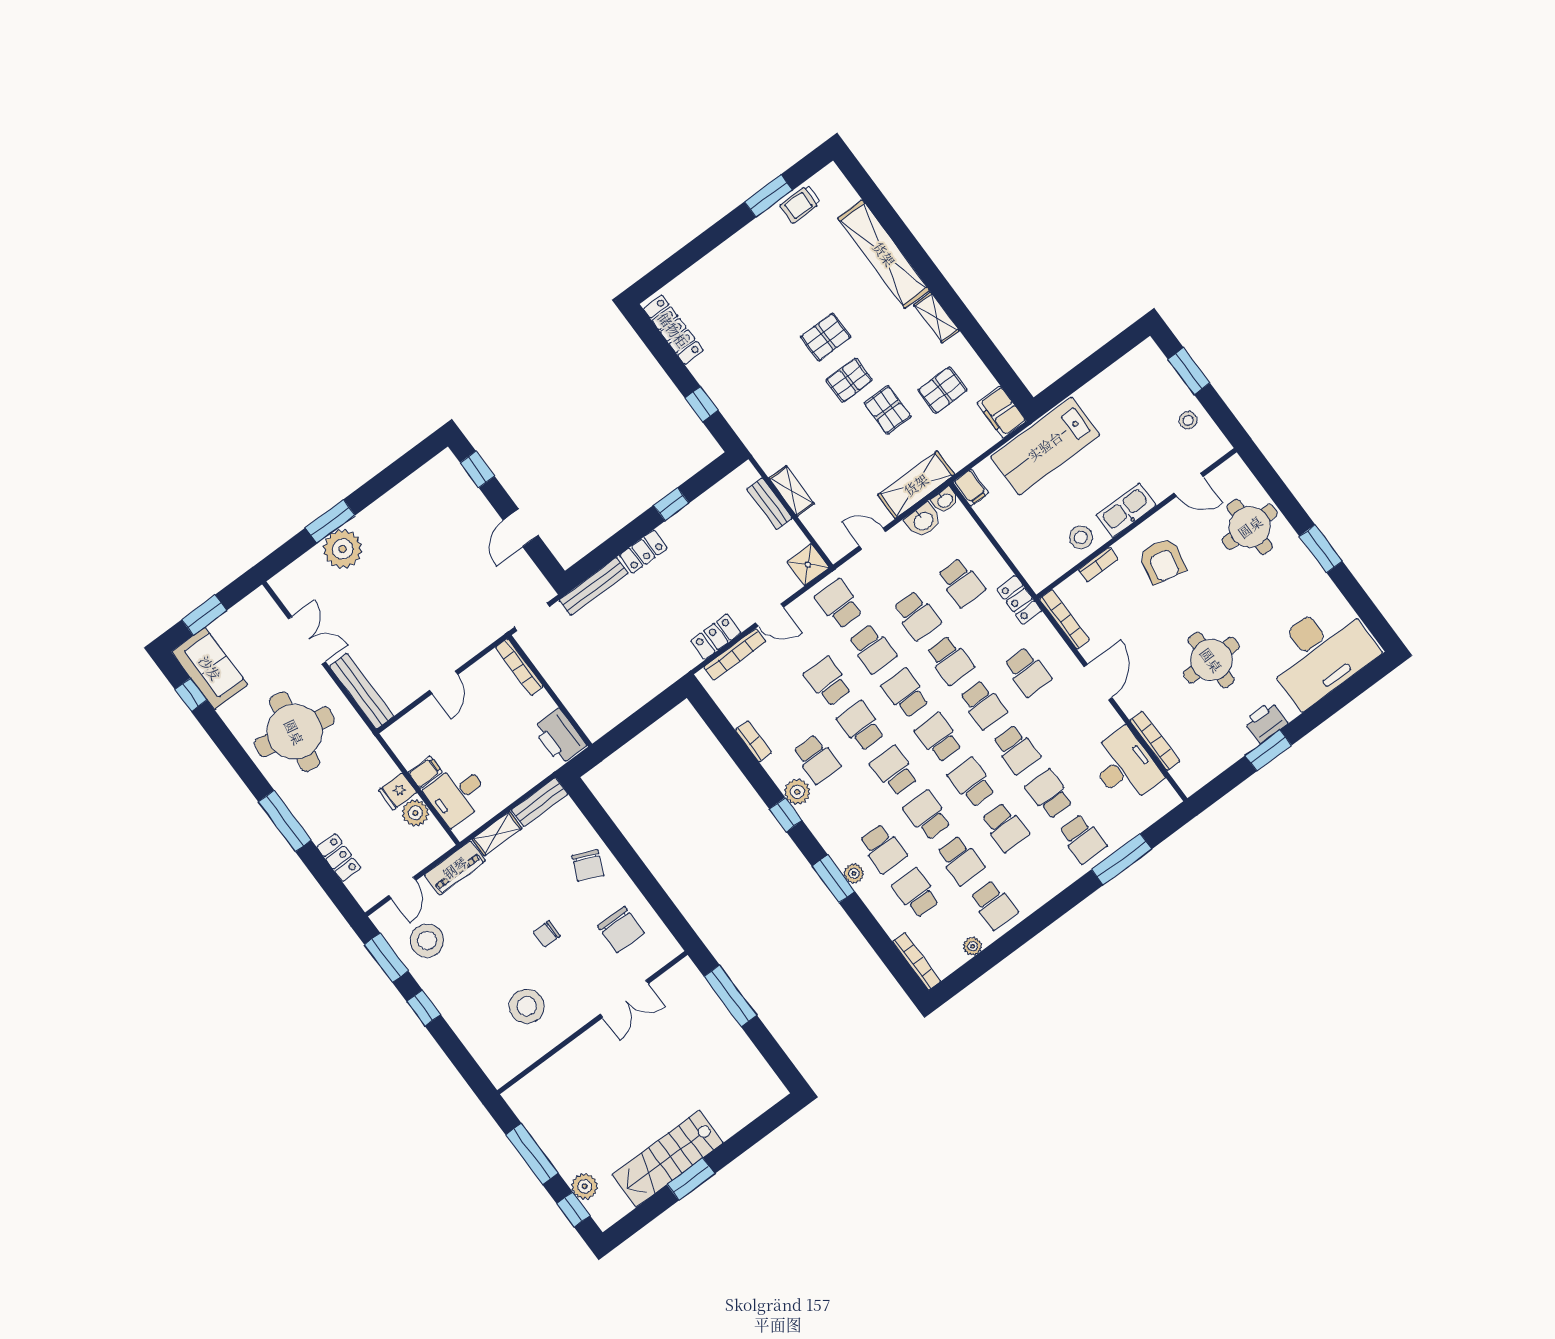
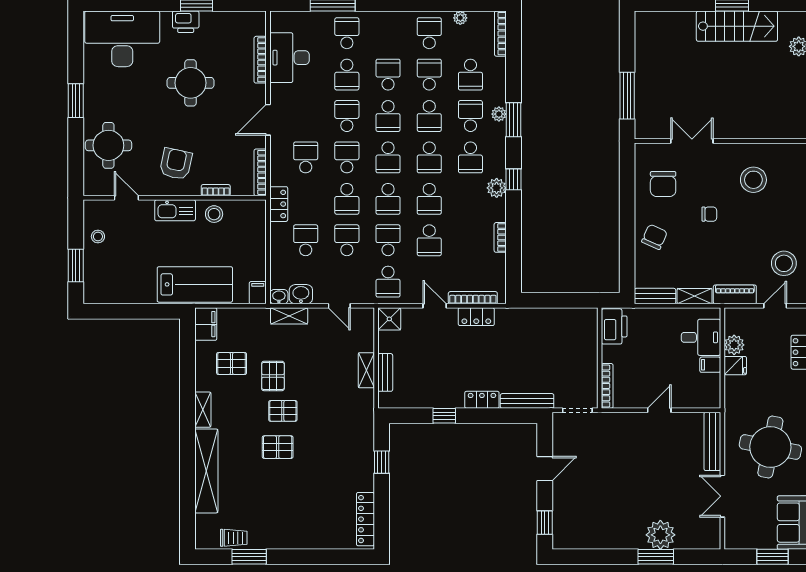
shelving: (916, 485) -> (289, 316), width x0.67, depth x0.75
school desk: (950, 660) -> (347, 199), turned 180
school desk: (817, 759) -> (470, 157), moved, turned 180
chair: (621, 929) -> (663, 184), turned 180

